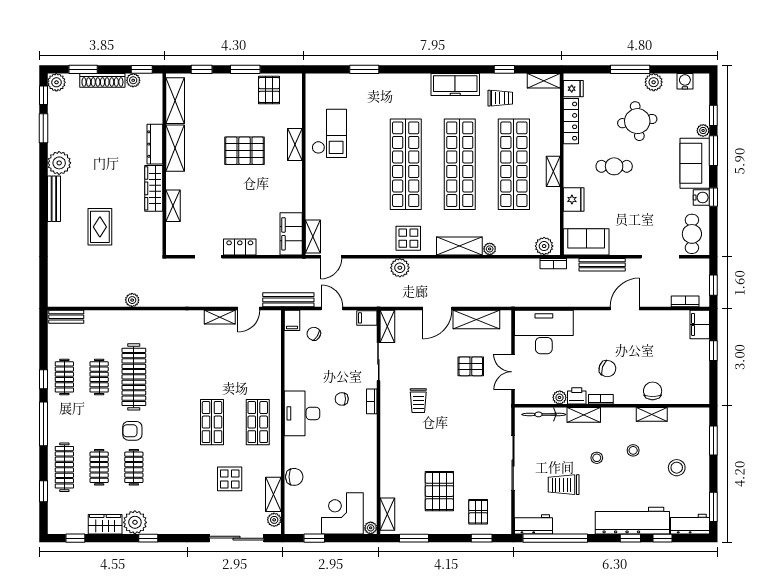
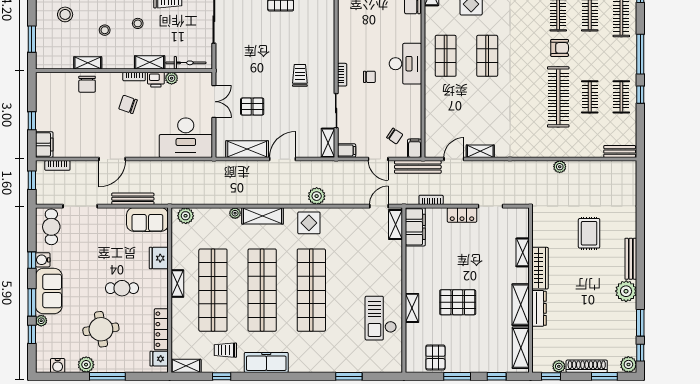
bookcase: (553, 264) -> (431, 200), moved

